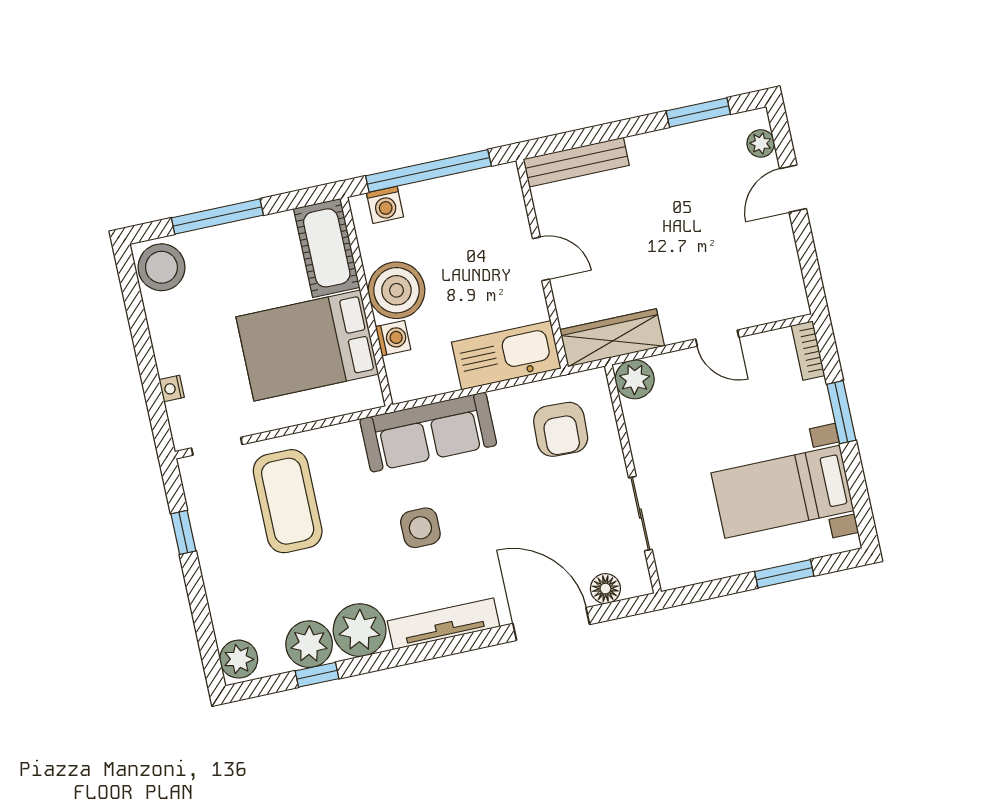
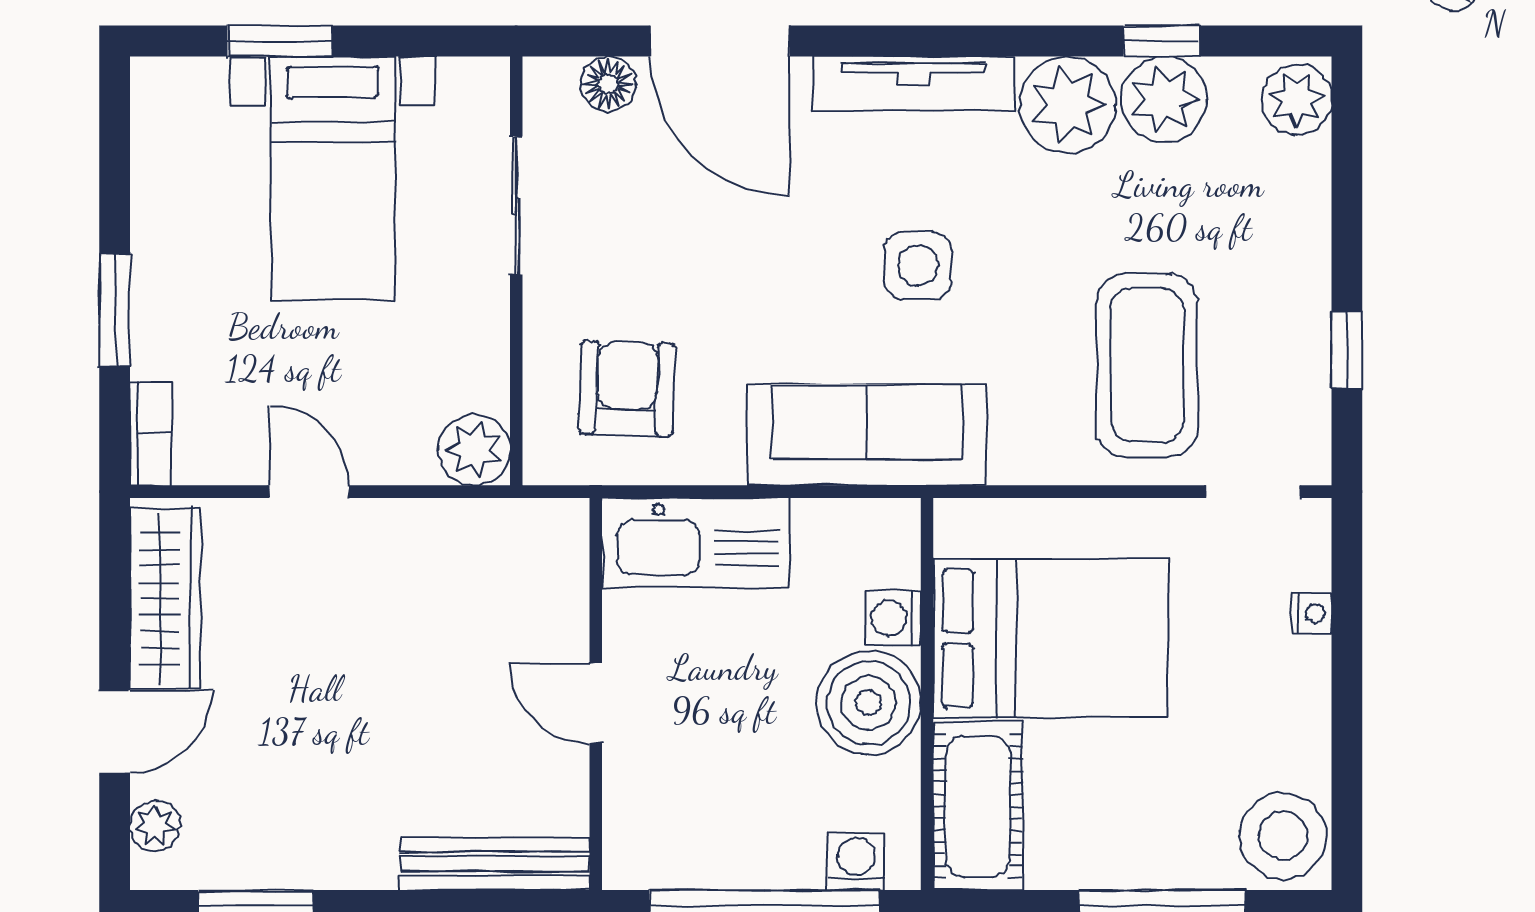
wardrobe: (612, 338) -> (165, 599), moved, turned -90
bed with nightstands: (782, 492) -> (333, 178), moved, turned 90

